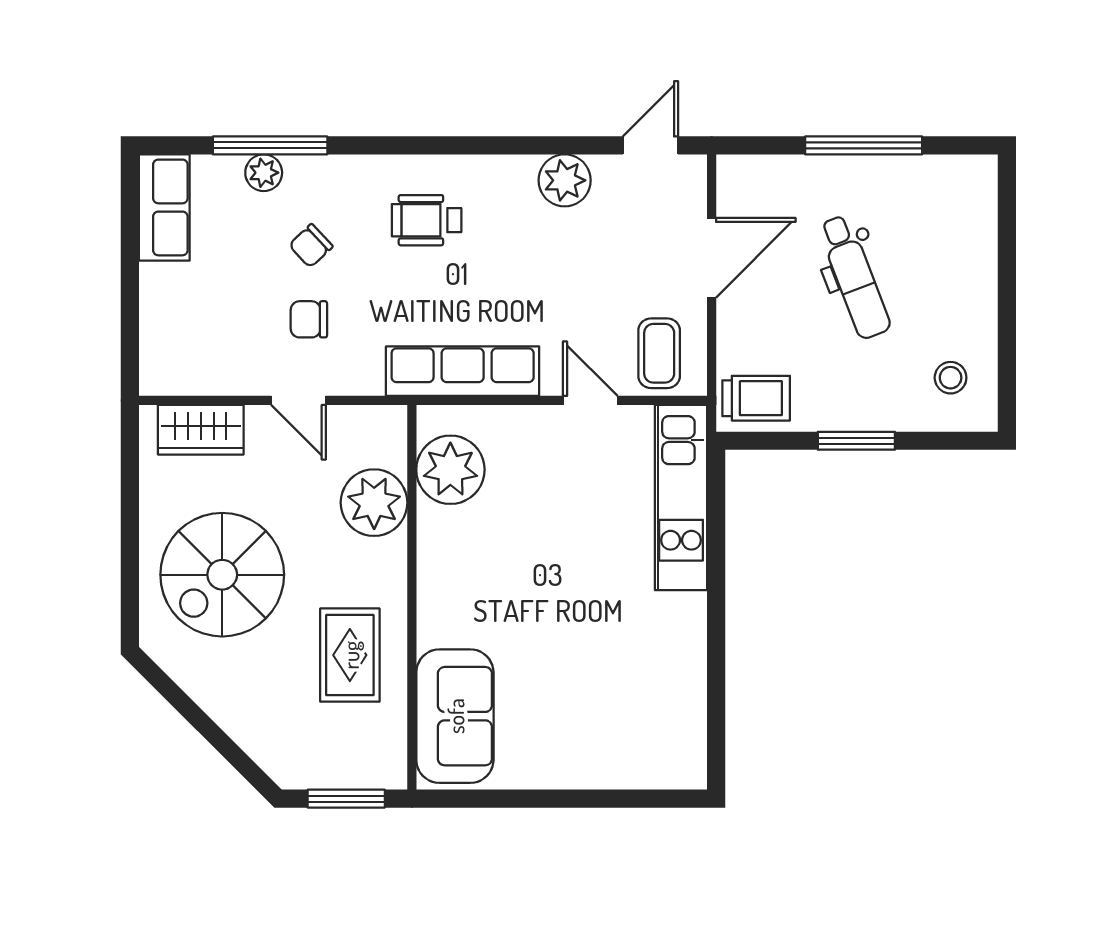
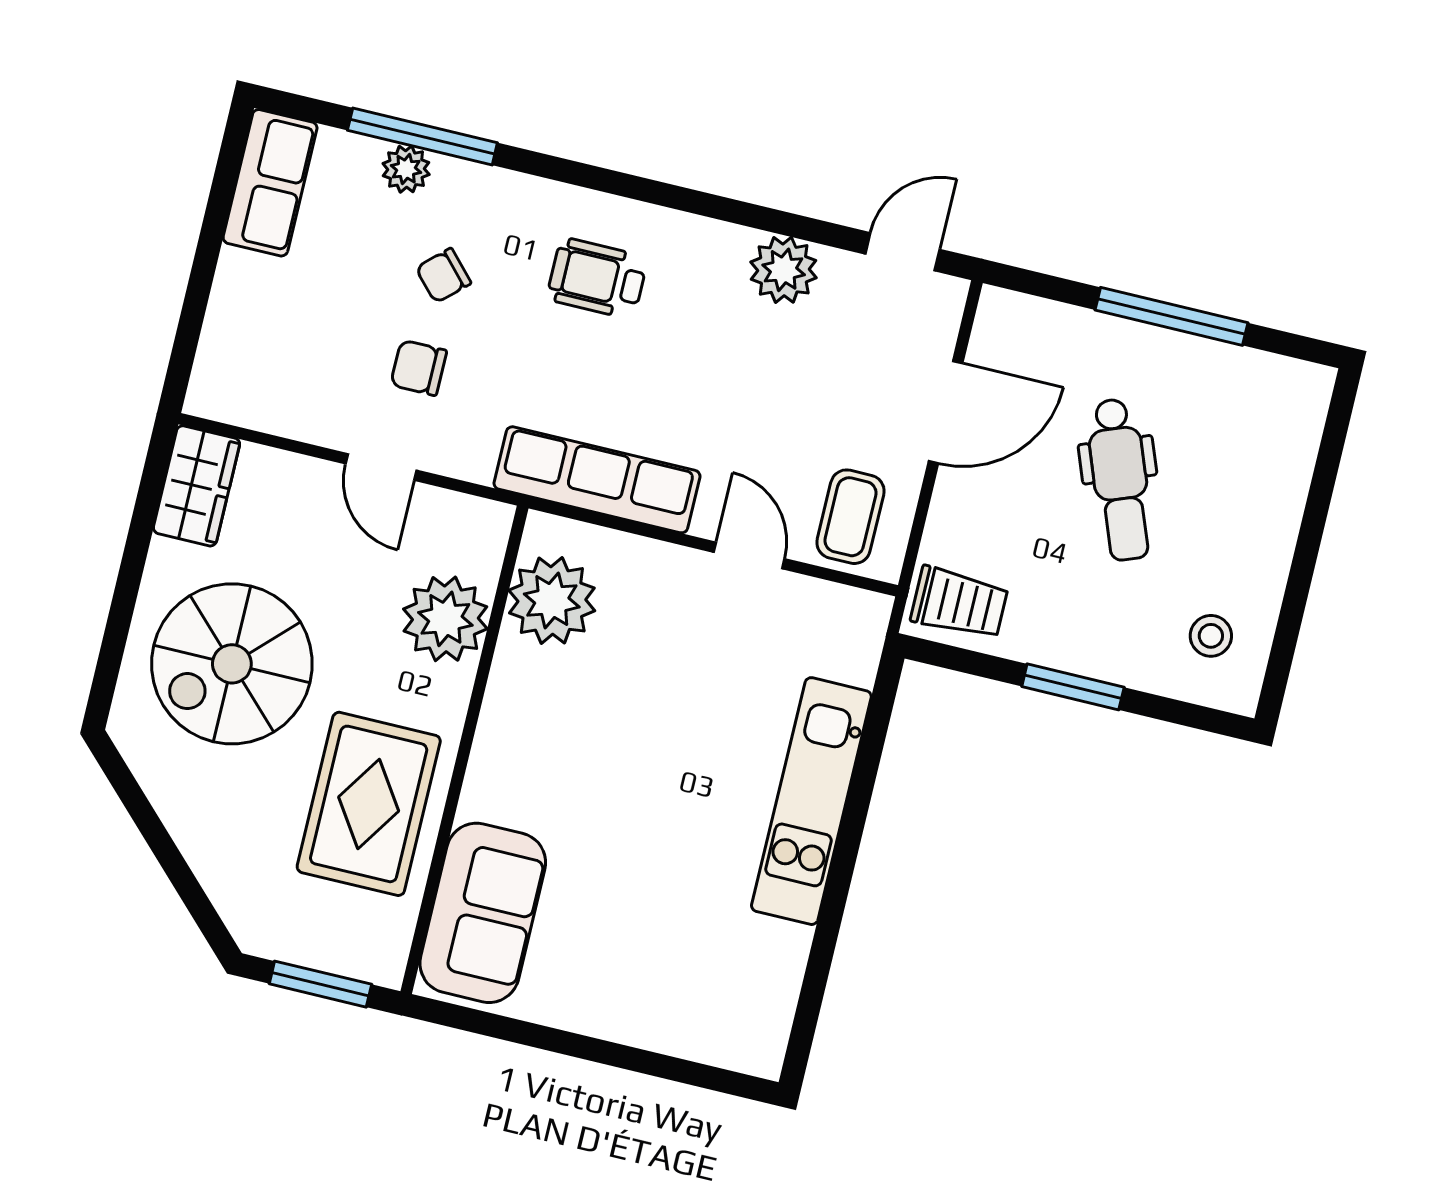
wardrobe: (201, 430) -> (197, 486), moved, turned -90
kitchen unit: (681, 498) -> (811, 801), moved
rug: (350, 655) -> (369, 804), width x1.36, depth x1.43

